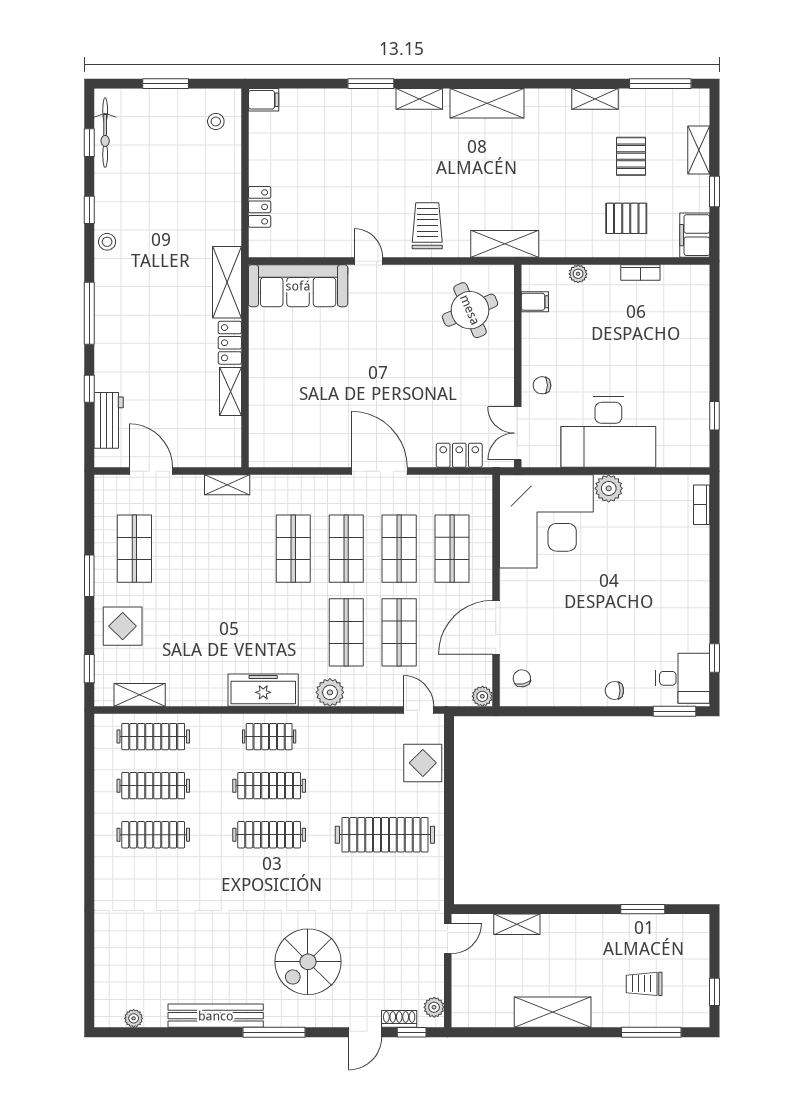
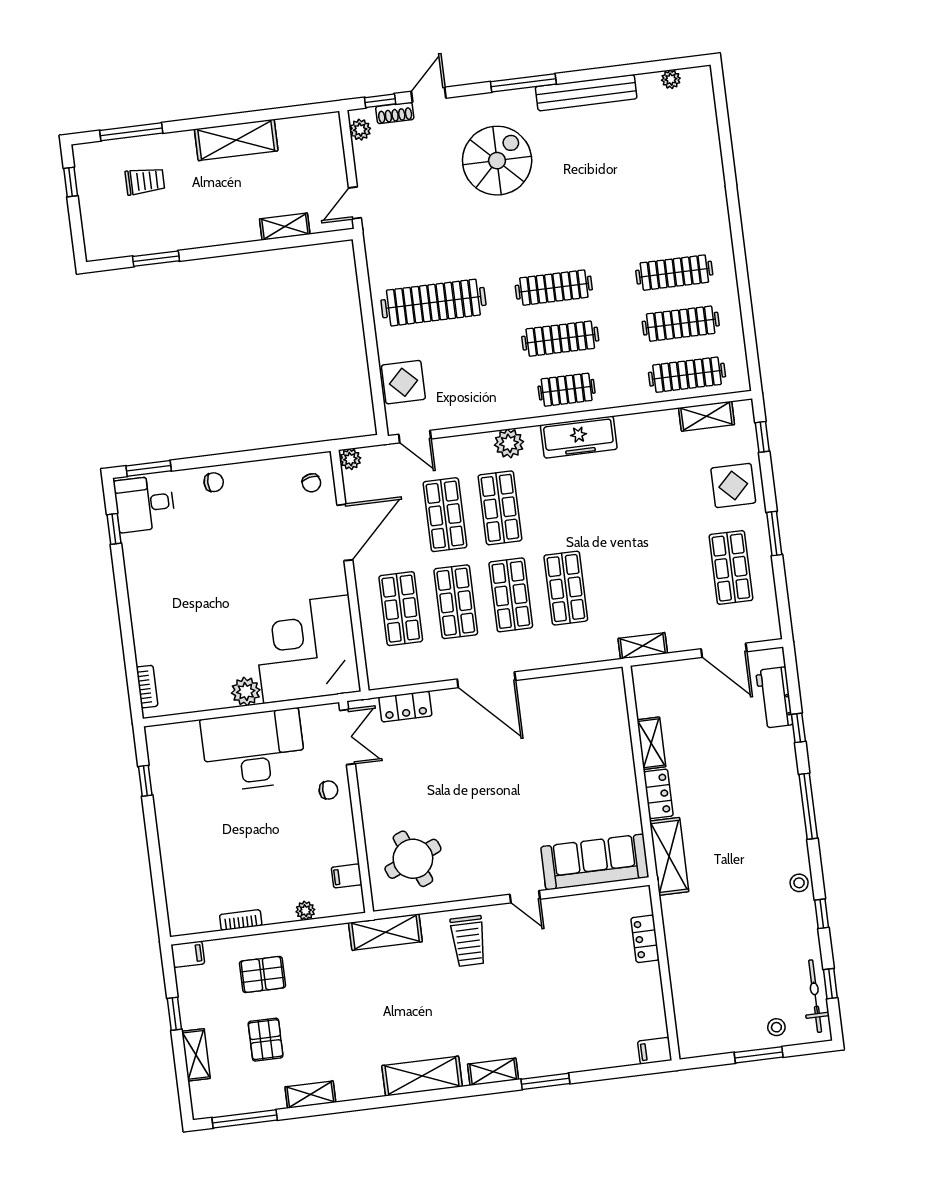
stool: (216, 121) -> (776, 1027), moved
filing cabinet: (695, 235) -> (188, 954), width x0.50

